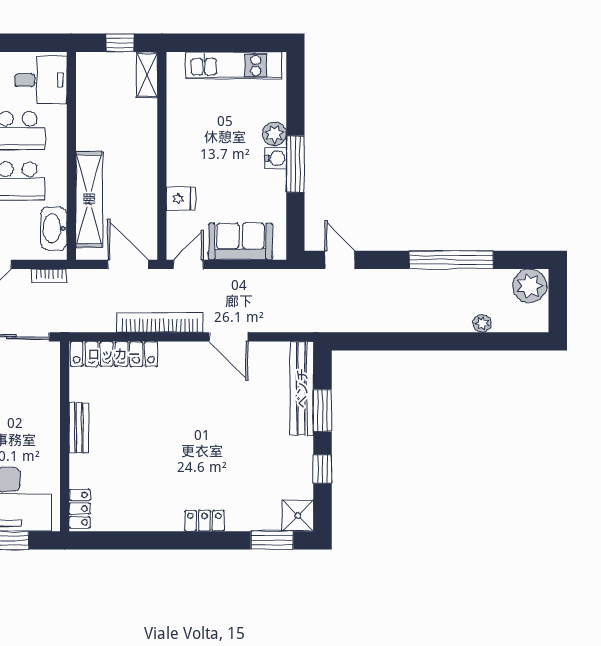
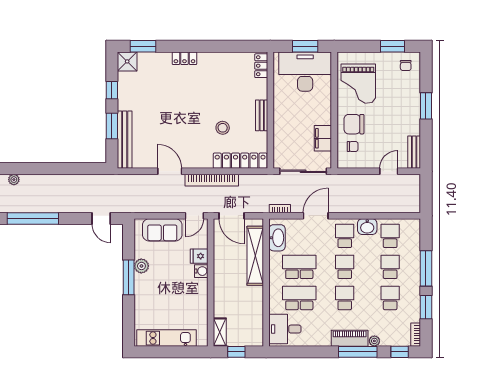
plant: (274, 134) -> (141, 266), moved
water cooler: (276, 158) -> (201, 271), moved, turned 180
stool: (142, 408) -> (223, 128), added

